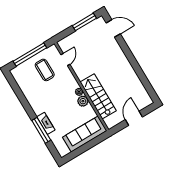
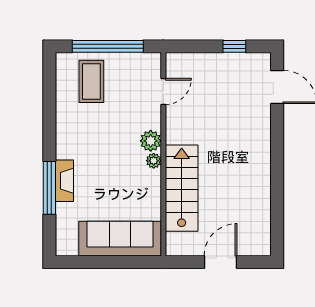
window: (84, 22) -> (234, 46), width x0.46
coffee table: (45, 70) -> (91, 81), moved
plant: (83, 101) -> (151, 141), moved

